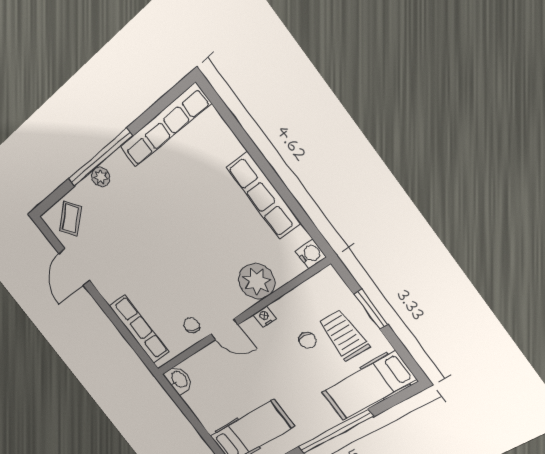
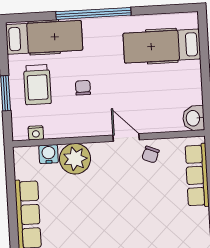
water cooler: (311, 254) -> (49, 154), moved, turned 90
nightstand: (265, 317) -> (36, 133), moved
chair: (308, 340) -> (83, 88), moved

